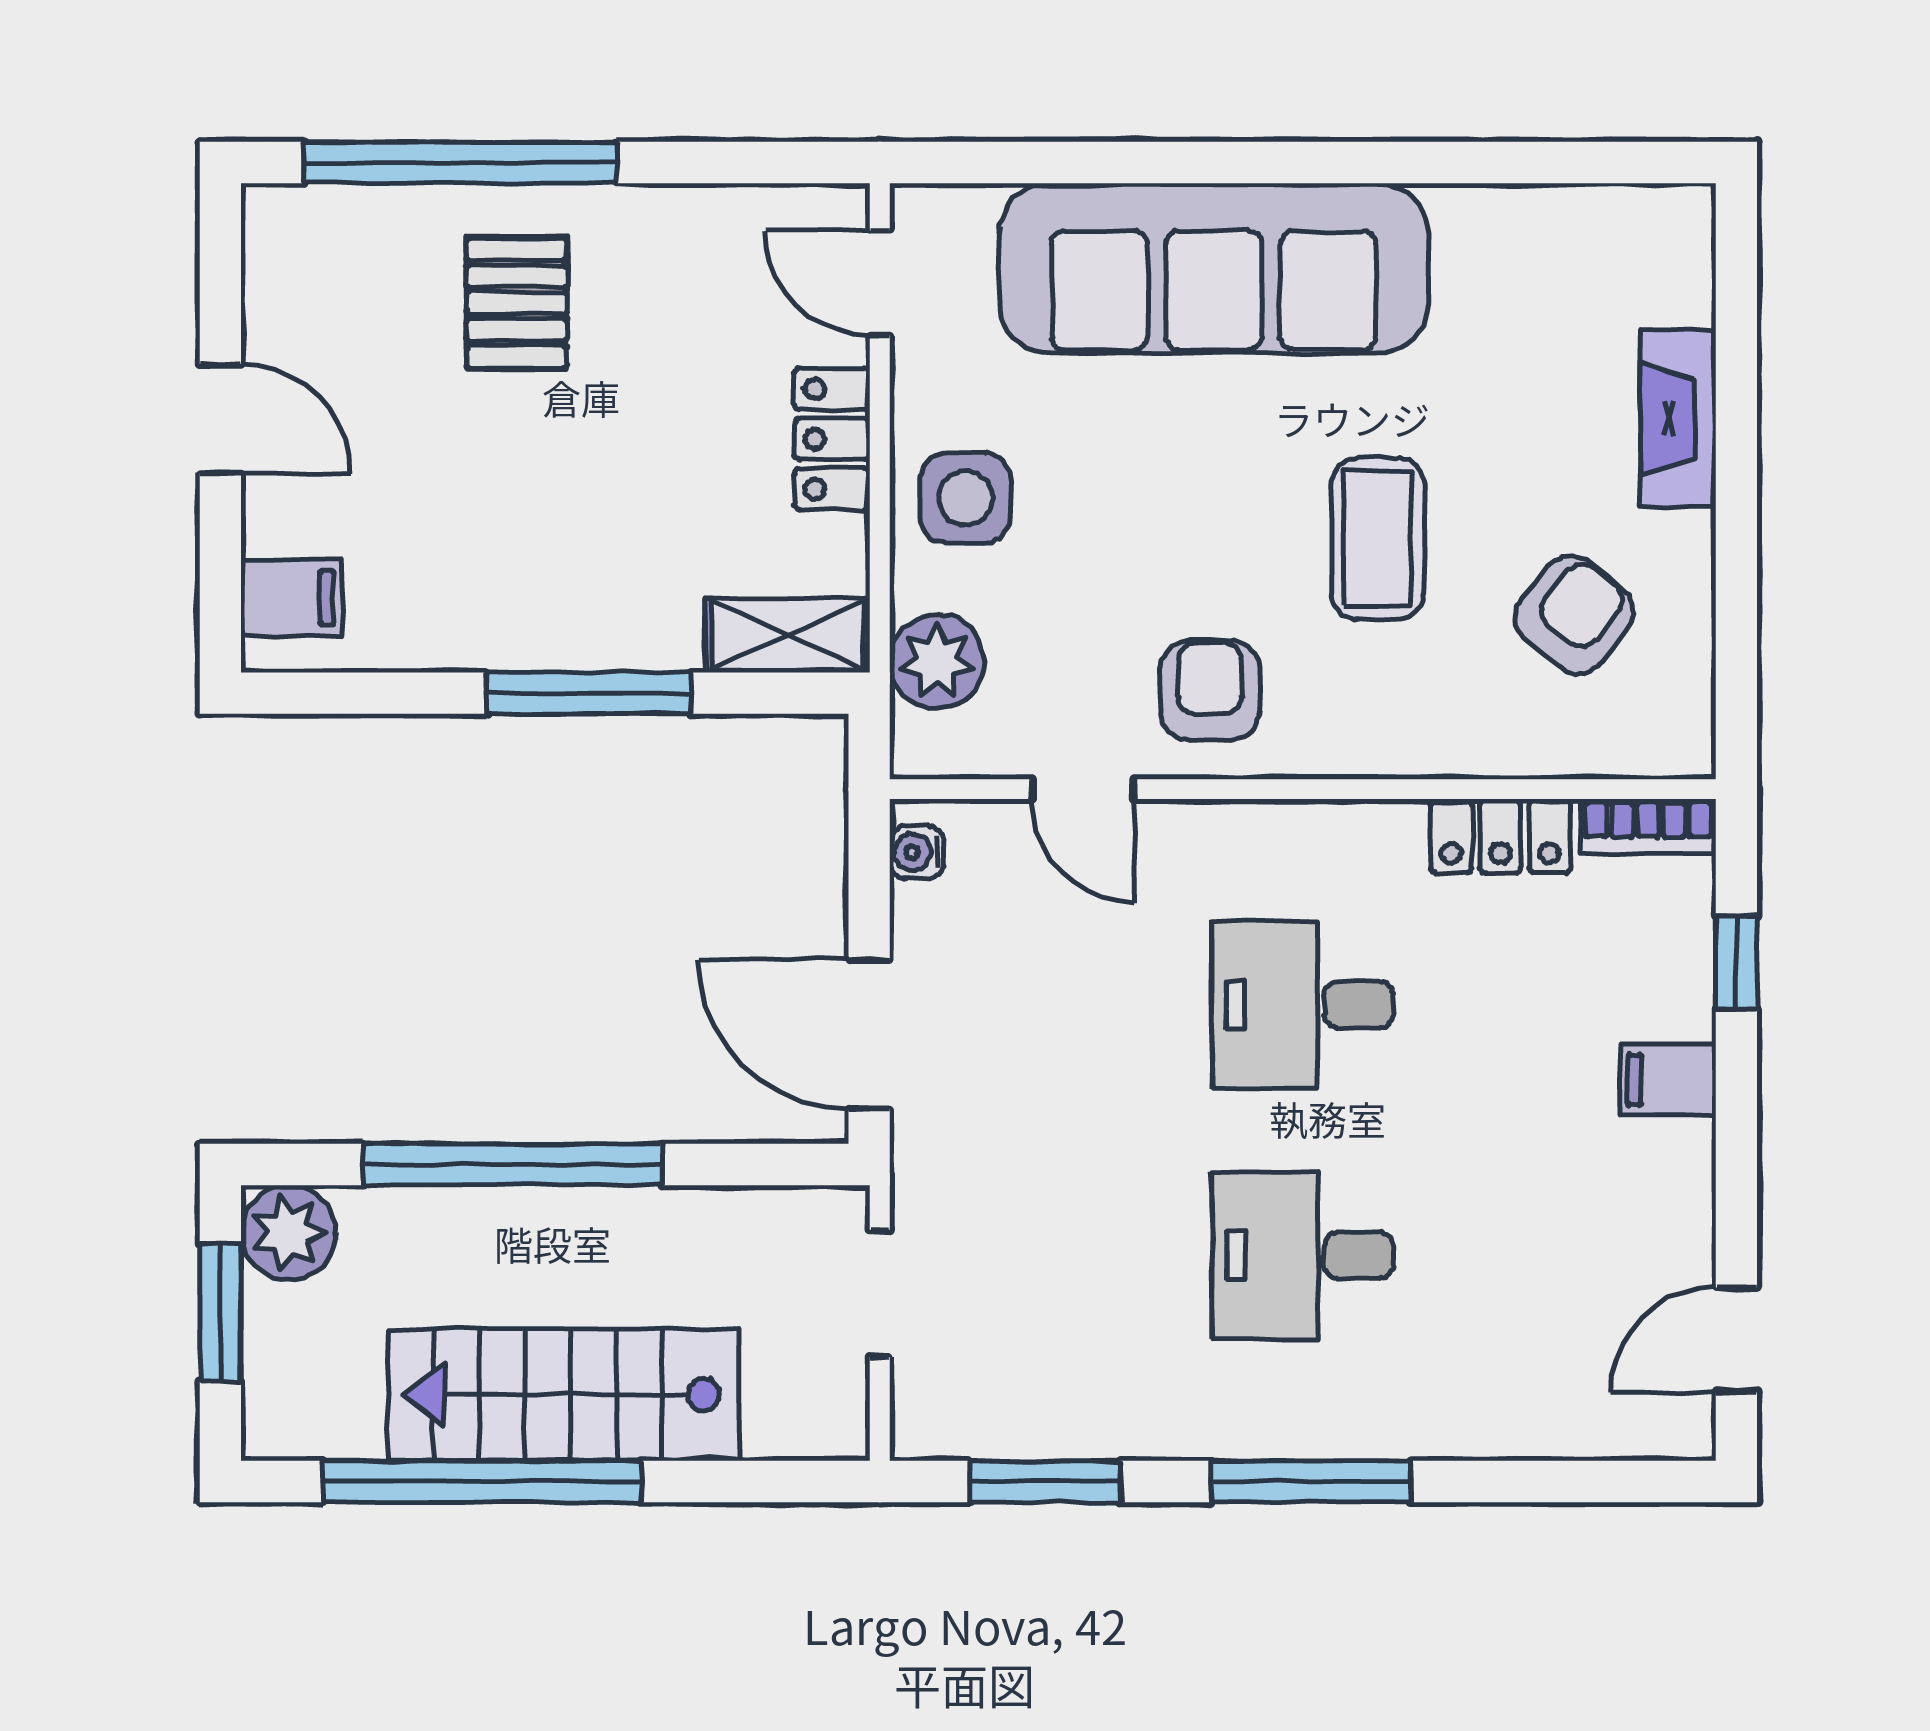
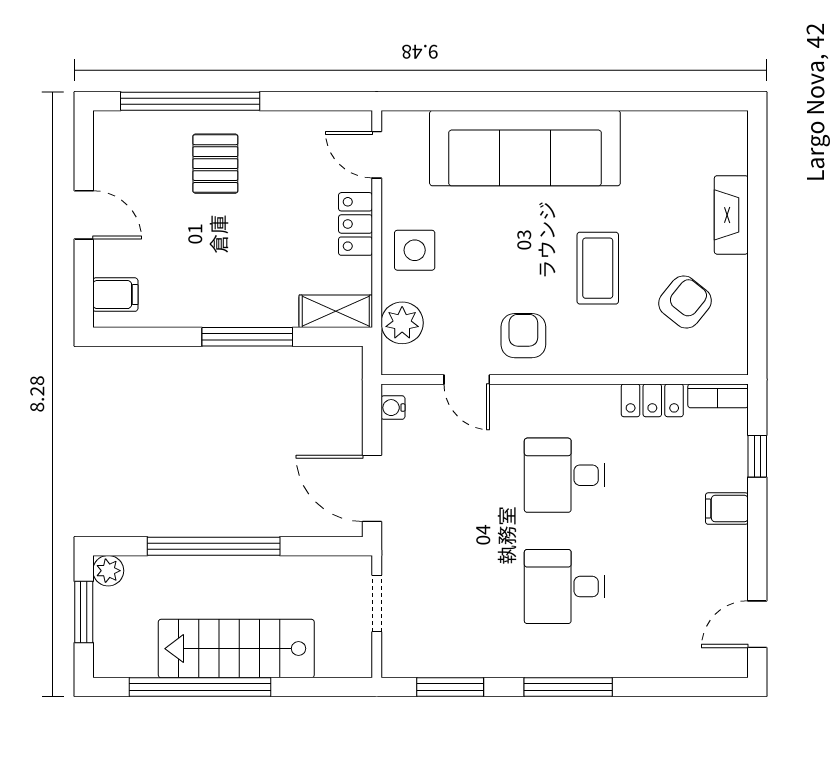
plant: (288, 1233) -> (108, 571), width x0.73, depth x0.73

